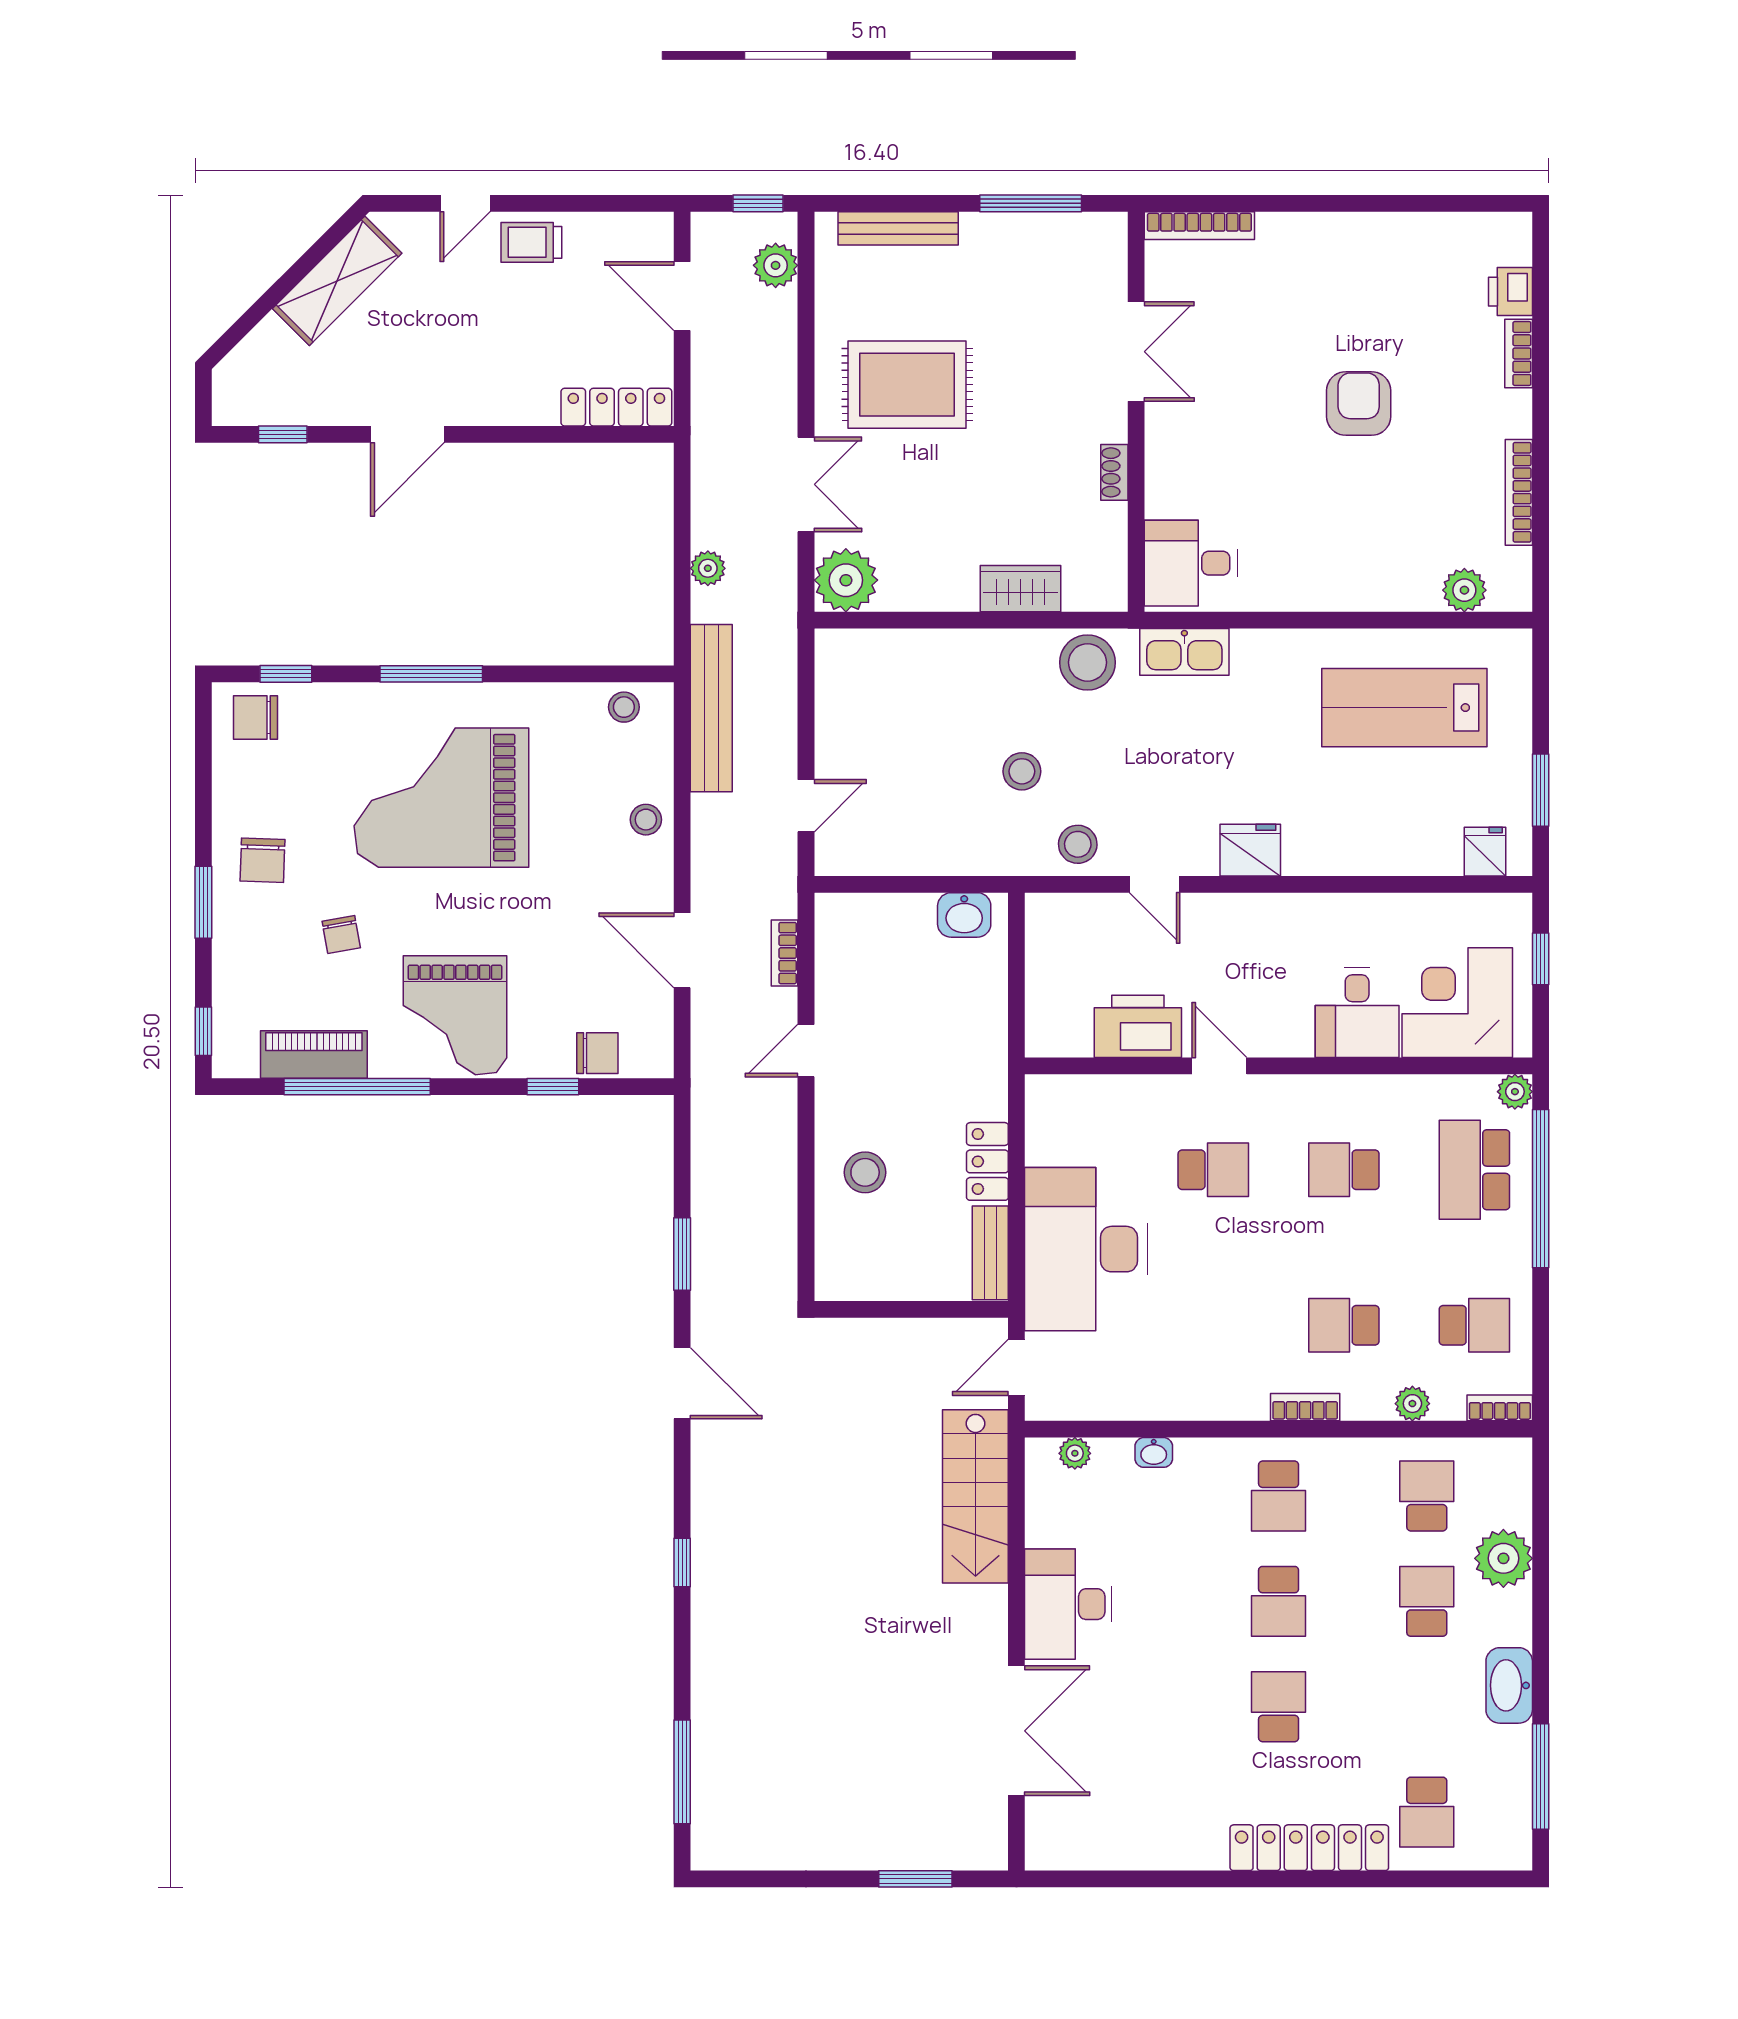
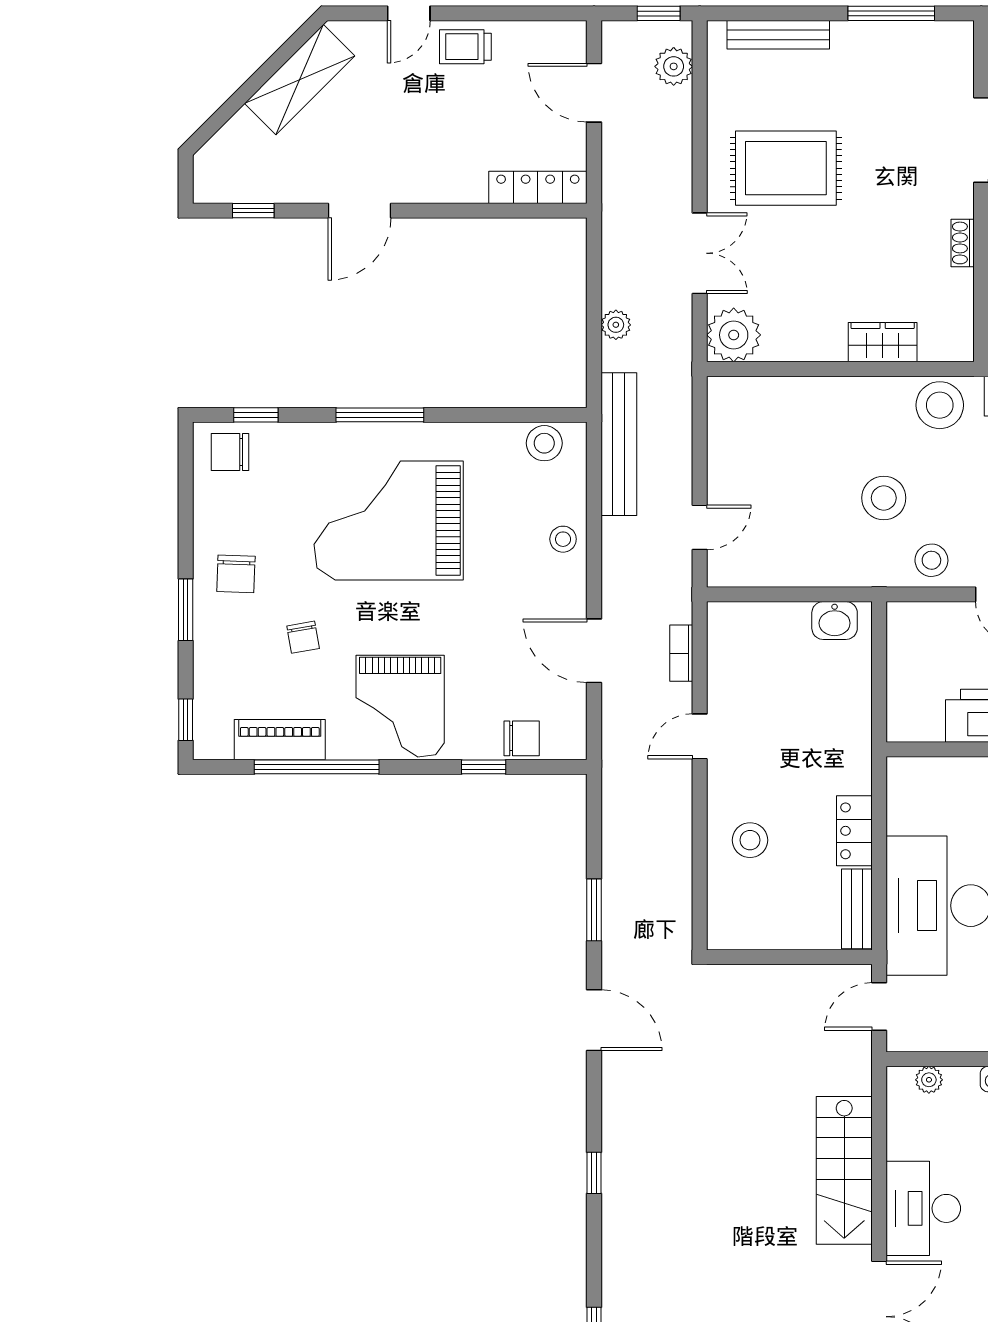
stool: (624, 707) -> (544, 443), width x1.37, depth x1.37
stool: (1022, 771) -> (884, 498), width x1.38, depth x1.38
stairs: (975, 1496) -> (844, 1170), moved

